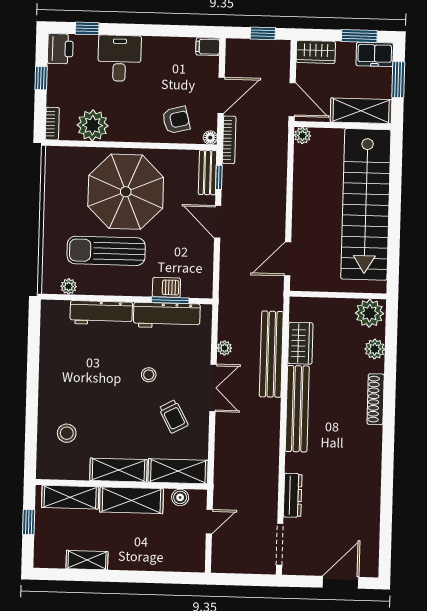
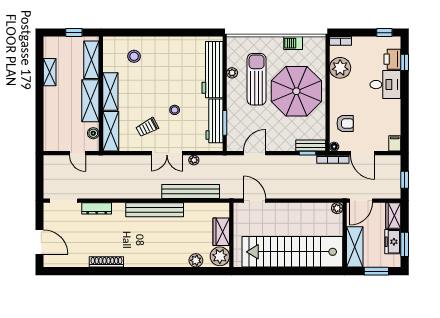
printer: (60, 49) -> (392, 59), moved, turned 90
freezer: (375, 54) -> (393, 242), moved
window: (41, 78) -> (384, 33), moved
armchair: (176, 120) -> (345, 123), turned -76
door: (218, 222) -> (255, 153), moved
plant: (69, 286) -> (232, 73), moved
barbecue: (166, 287) -> (293, 43), moved, turned 90
workbench: (101, 313) -> (212, 70), width x1.36, depth x1.32
wardrobe: (300, 343) -> (221, 232), moved, turned 90
shoe rack: (376, 399) -> (106, 262), moved

